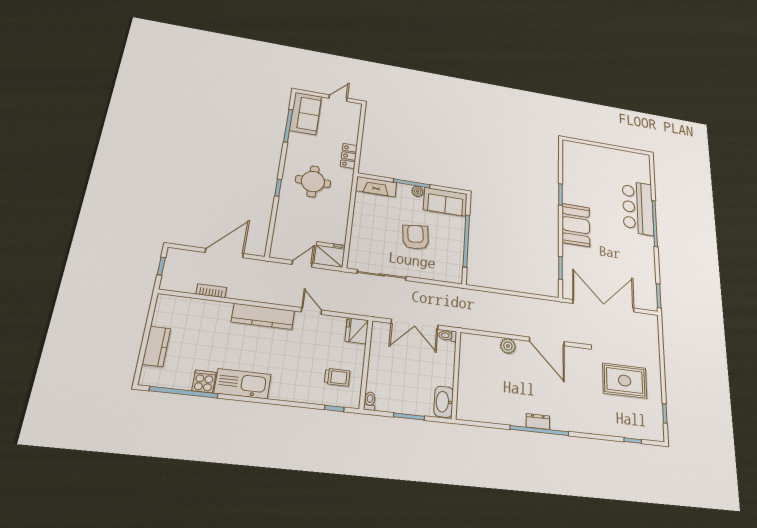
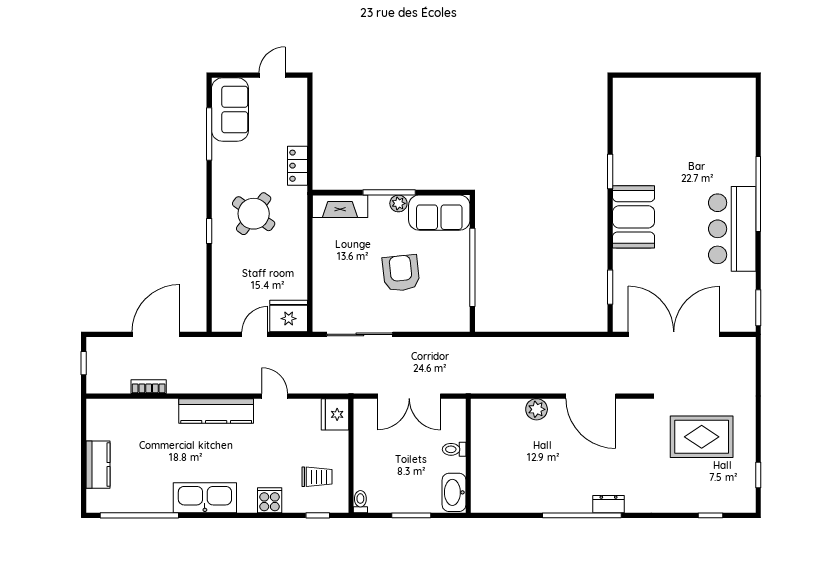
round table: (313, 181) -> (254, 214), turned 36
bar counter: (638, 208) -> (732, 229), moved
toilet: (448, 336) -> (454, 449), moved
cooker: (204, 382) -> (270, 500), moved
dresser: (538, 421) -> (609, 504), moved

